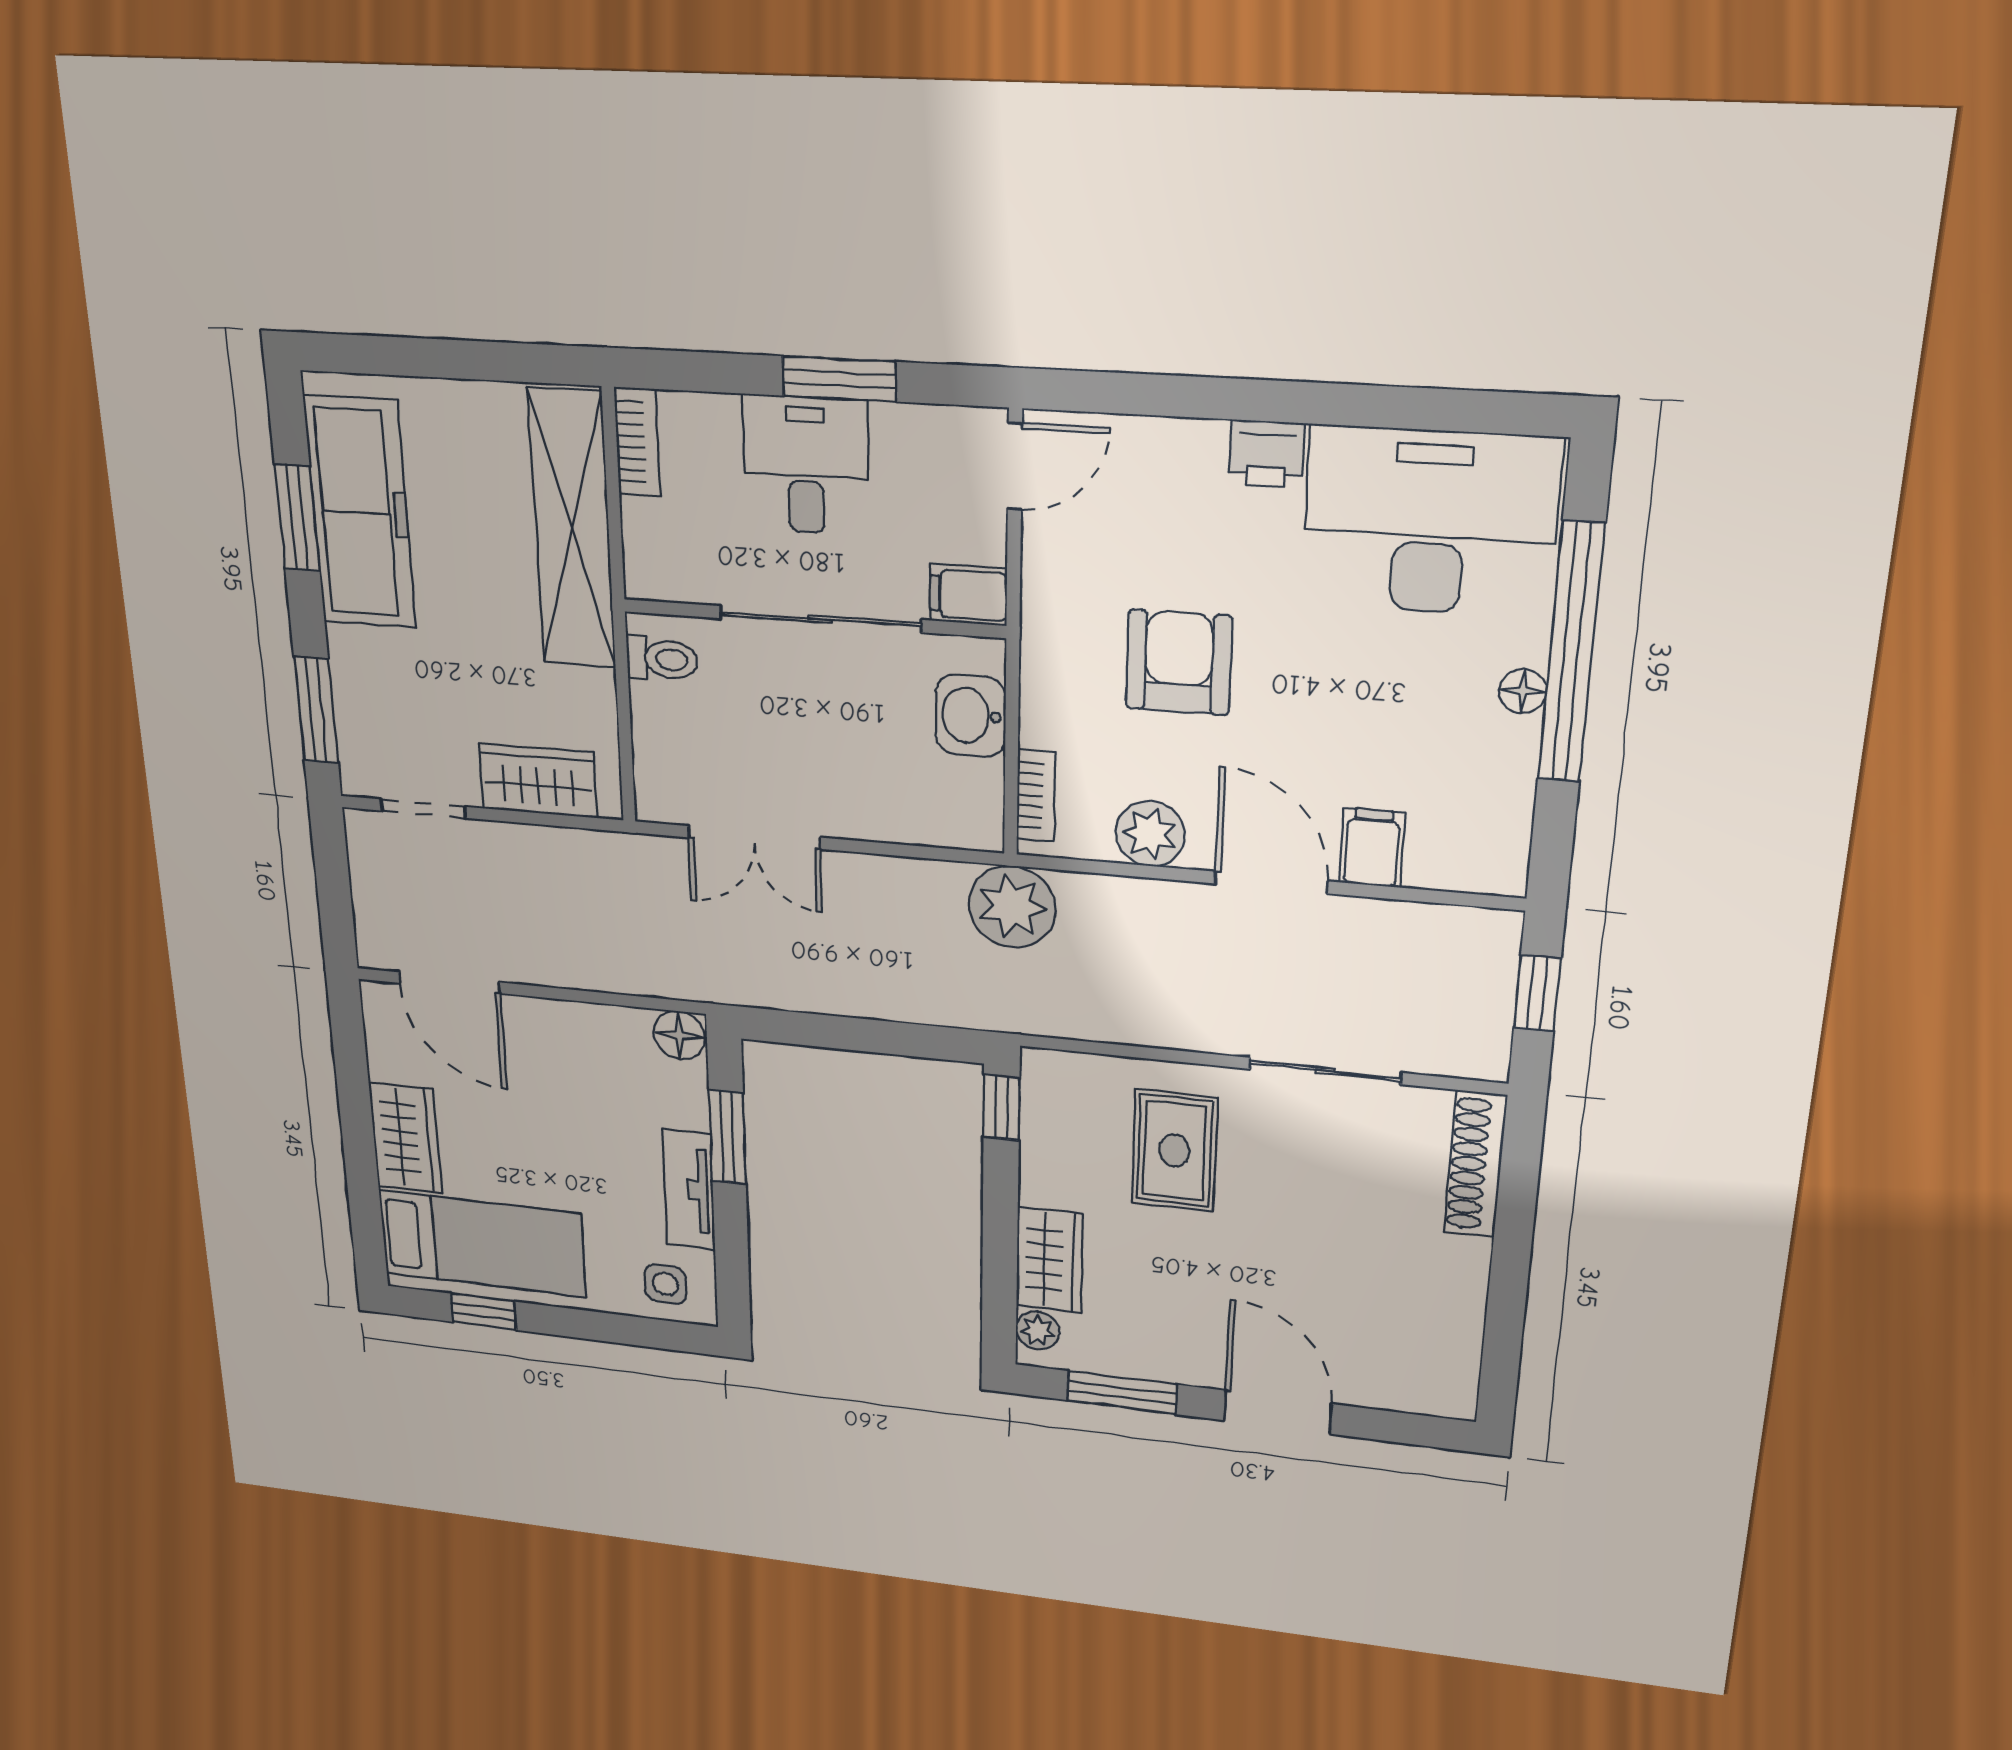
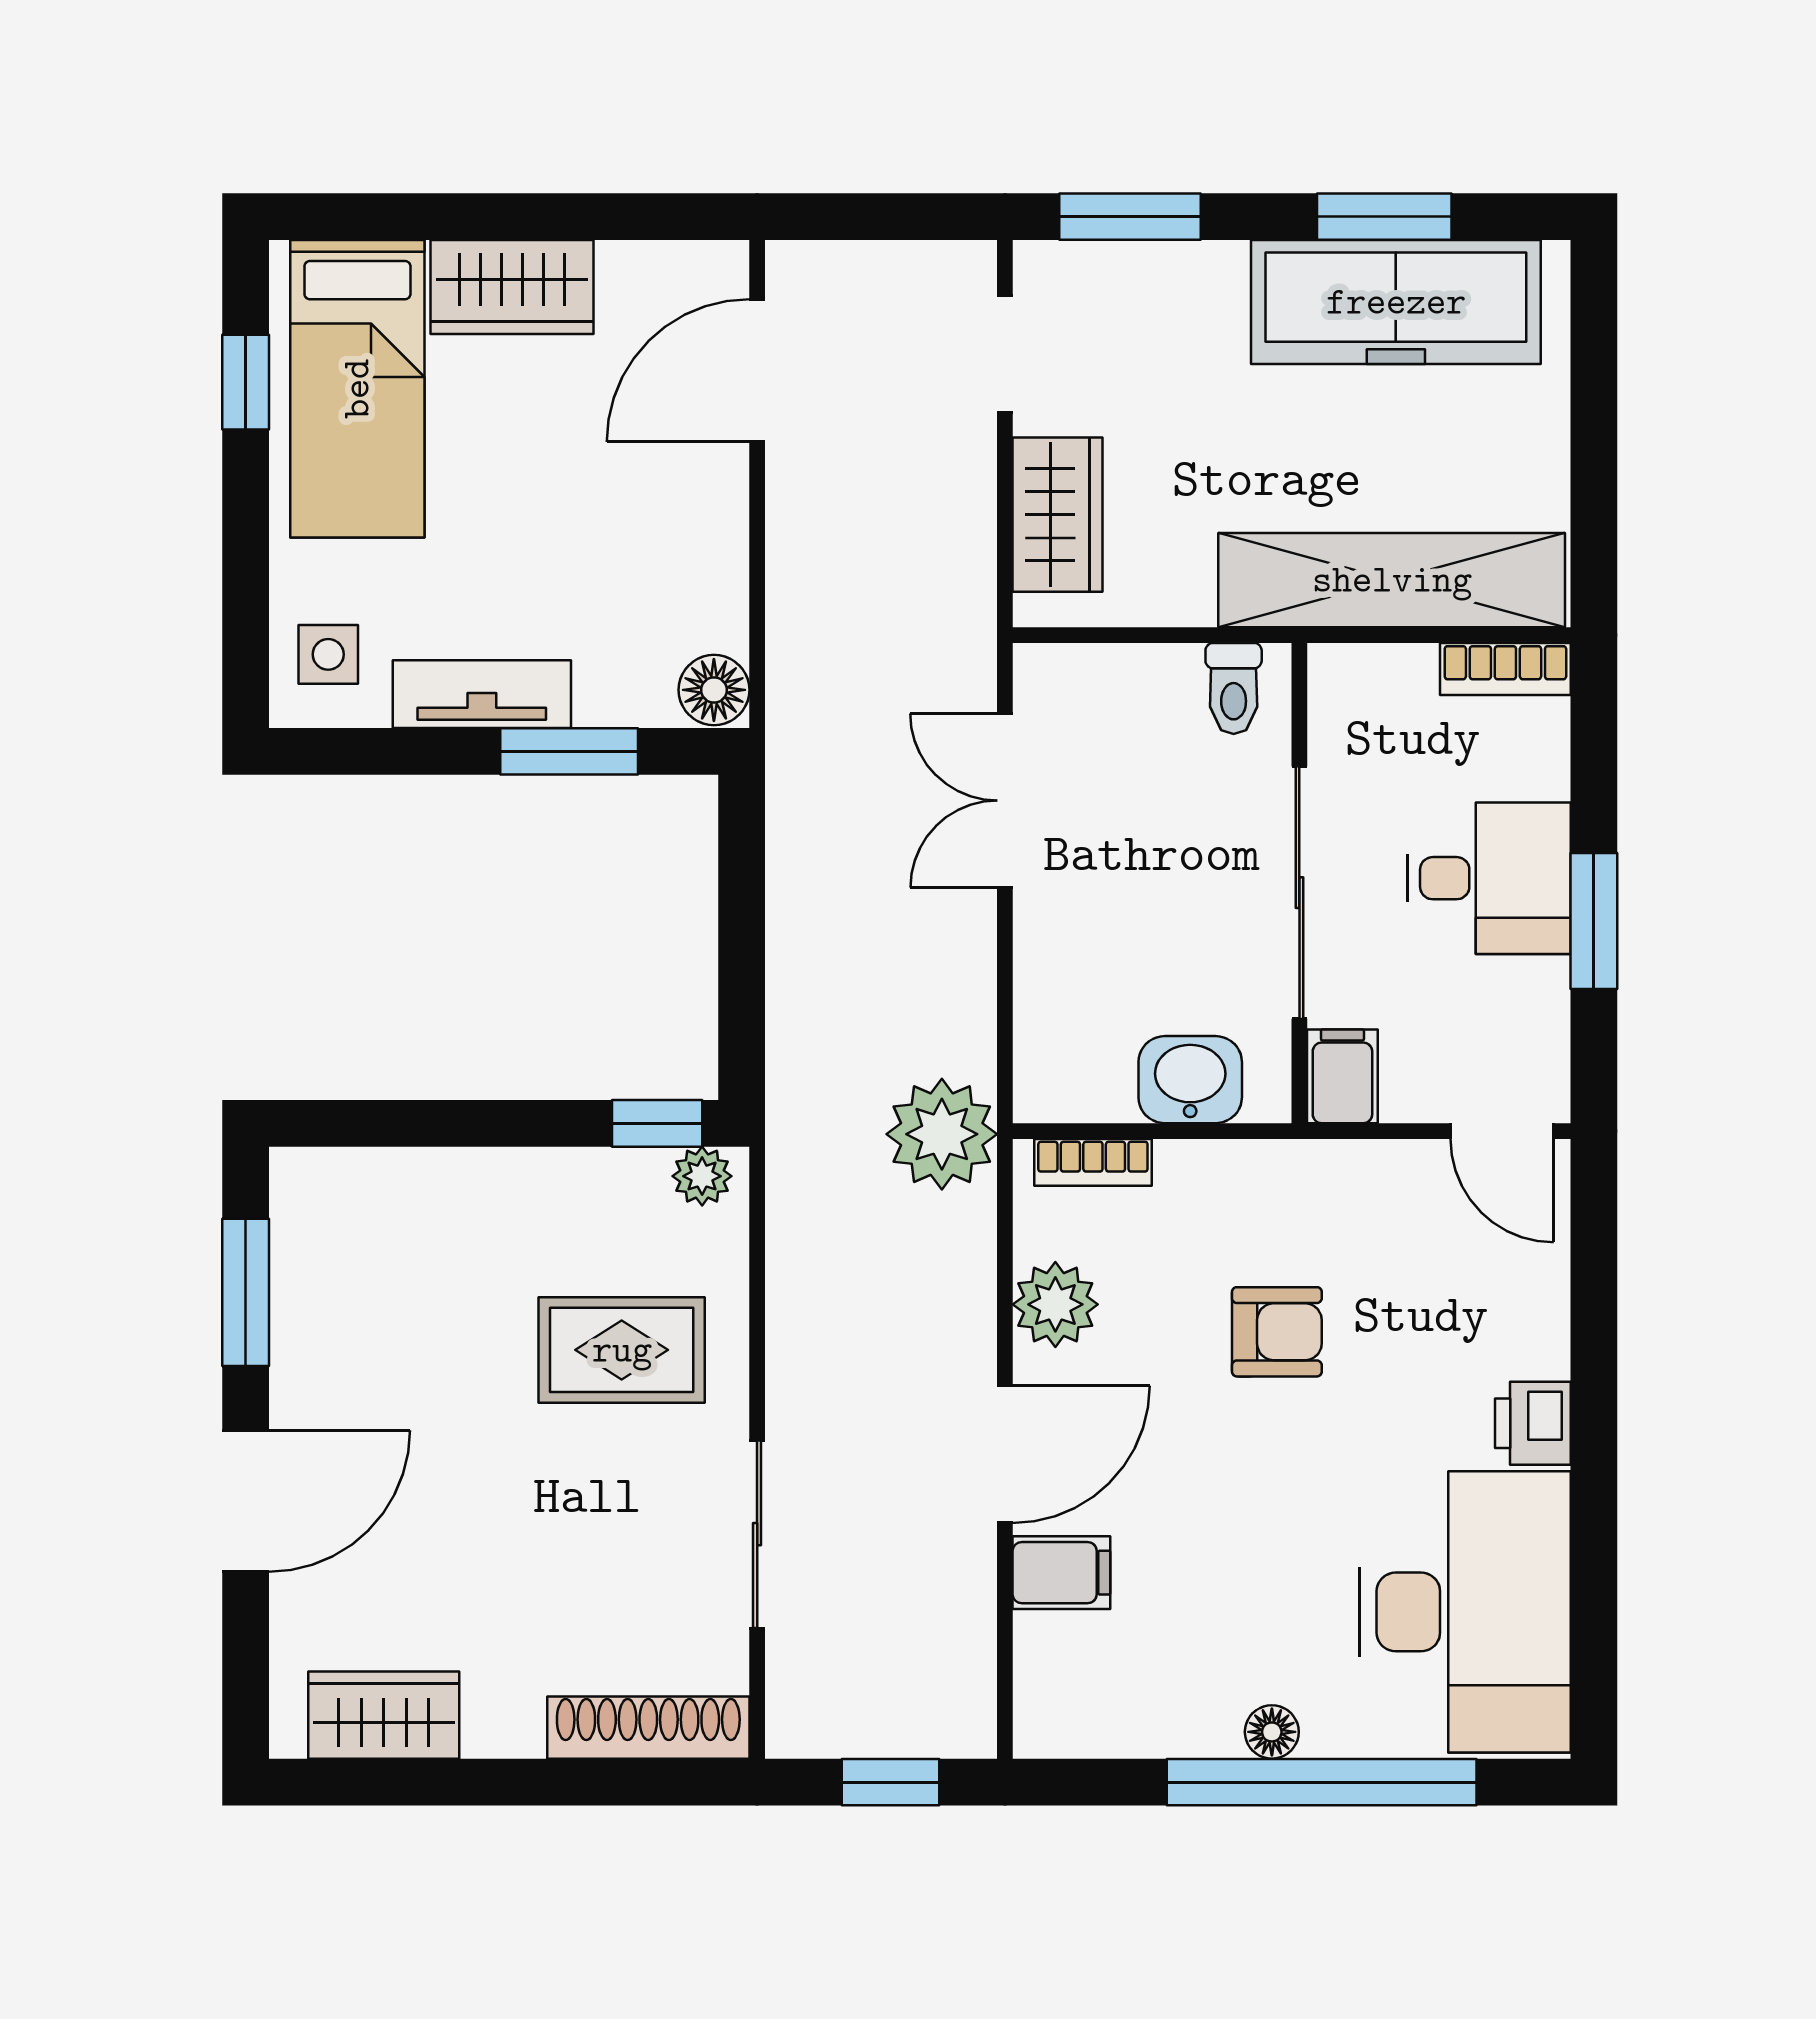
armchair: (1179, 662) -> (1277, 1332), width x0.72, depth x0.72
wardrobe: (1049, 1260) -> (384, 1715), moved, turned 180
plant: (1038, 1330) -> (702, 1176), moved

